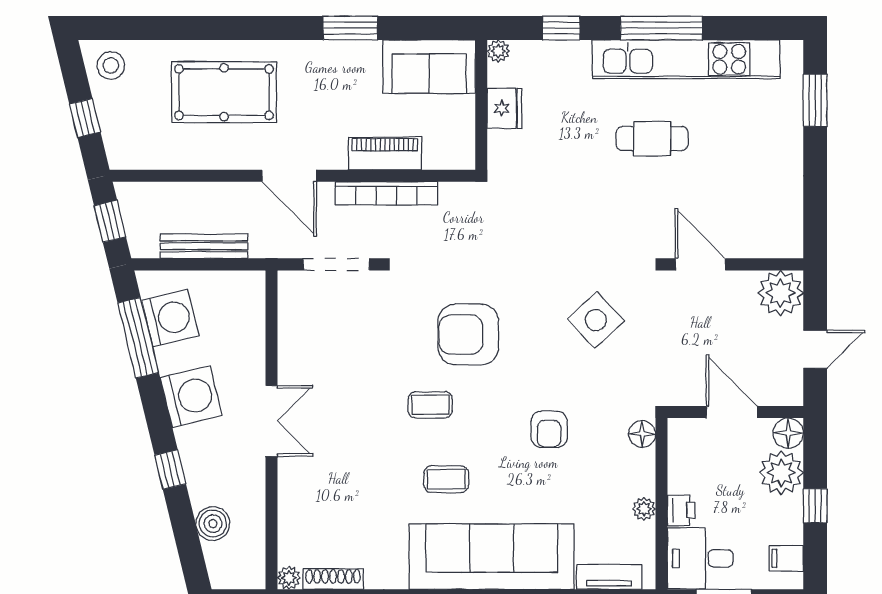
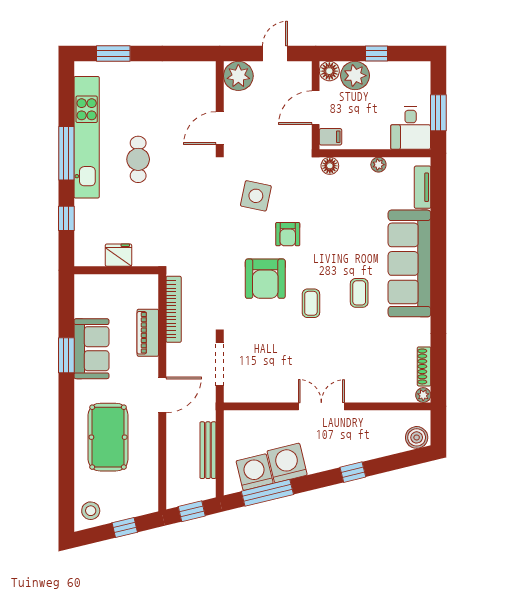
plant: (498, 51) -> (81, 259), removed
sofa: (429, 67) -> (91, 349), moved
bookcase: (386, 193) -> (174, 309), moved
side table: (596, 320) -> (256, 196), turned -35
door: (815, 349) -> (275, 54), hinge flipped
washing machine: (191, 397) -> (287, 463), moved
armchair: (549, 429) -> (288, 234), moved, turned 90
printer: (681, 510) -> (379, 140), removed
boiler: (213, 524) -> (417, 437), moved
filing cabinet: (786, 558) -> (331, 137), moved, turned -90

